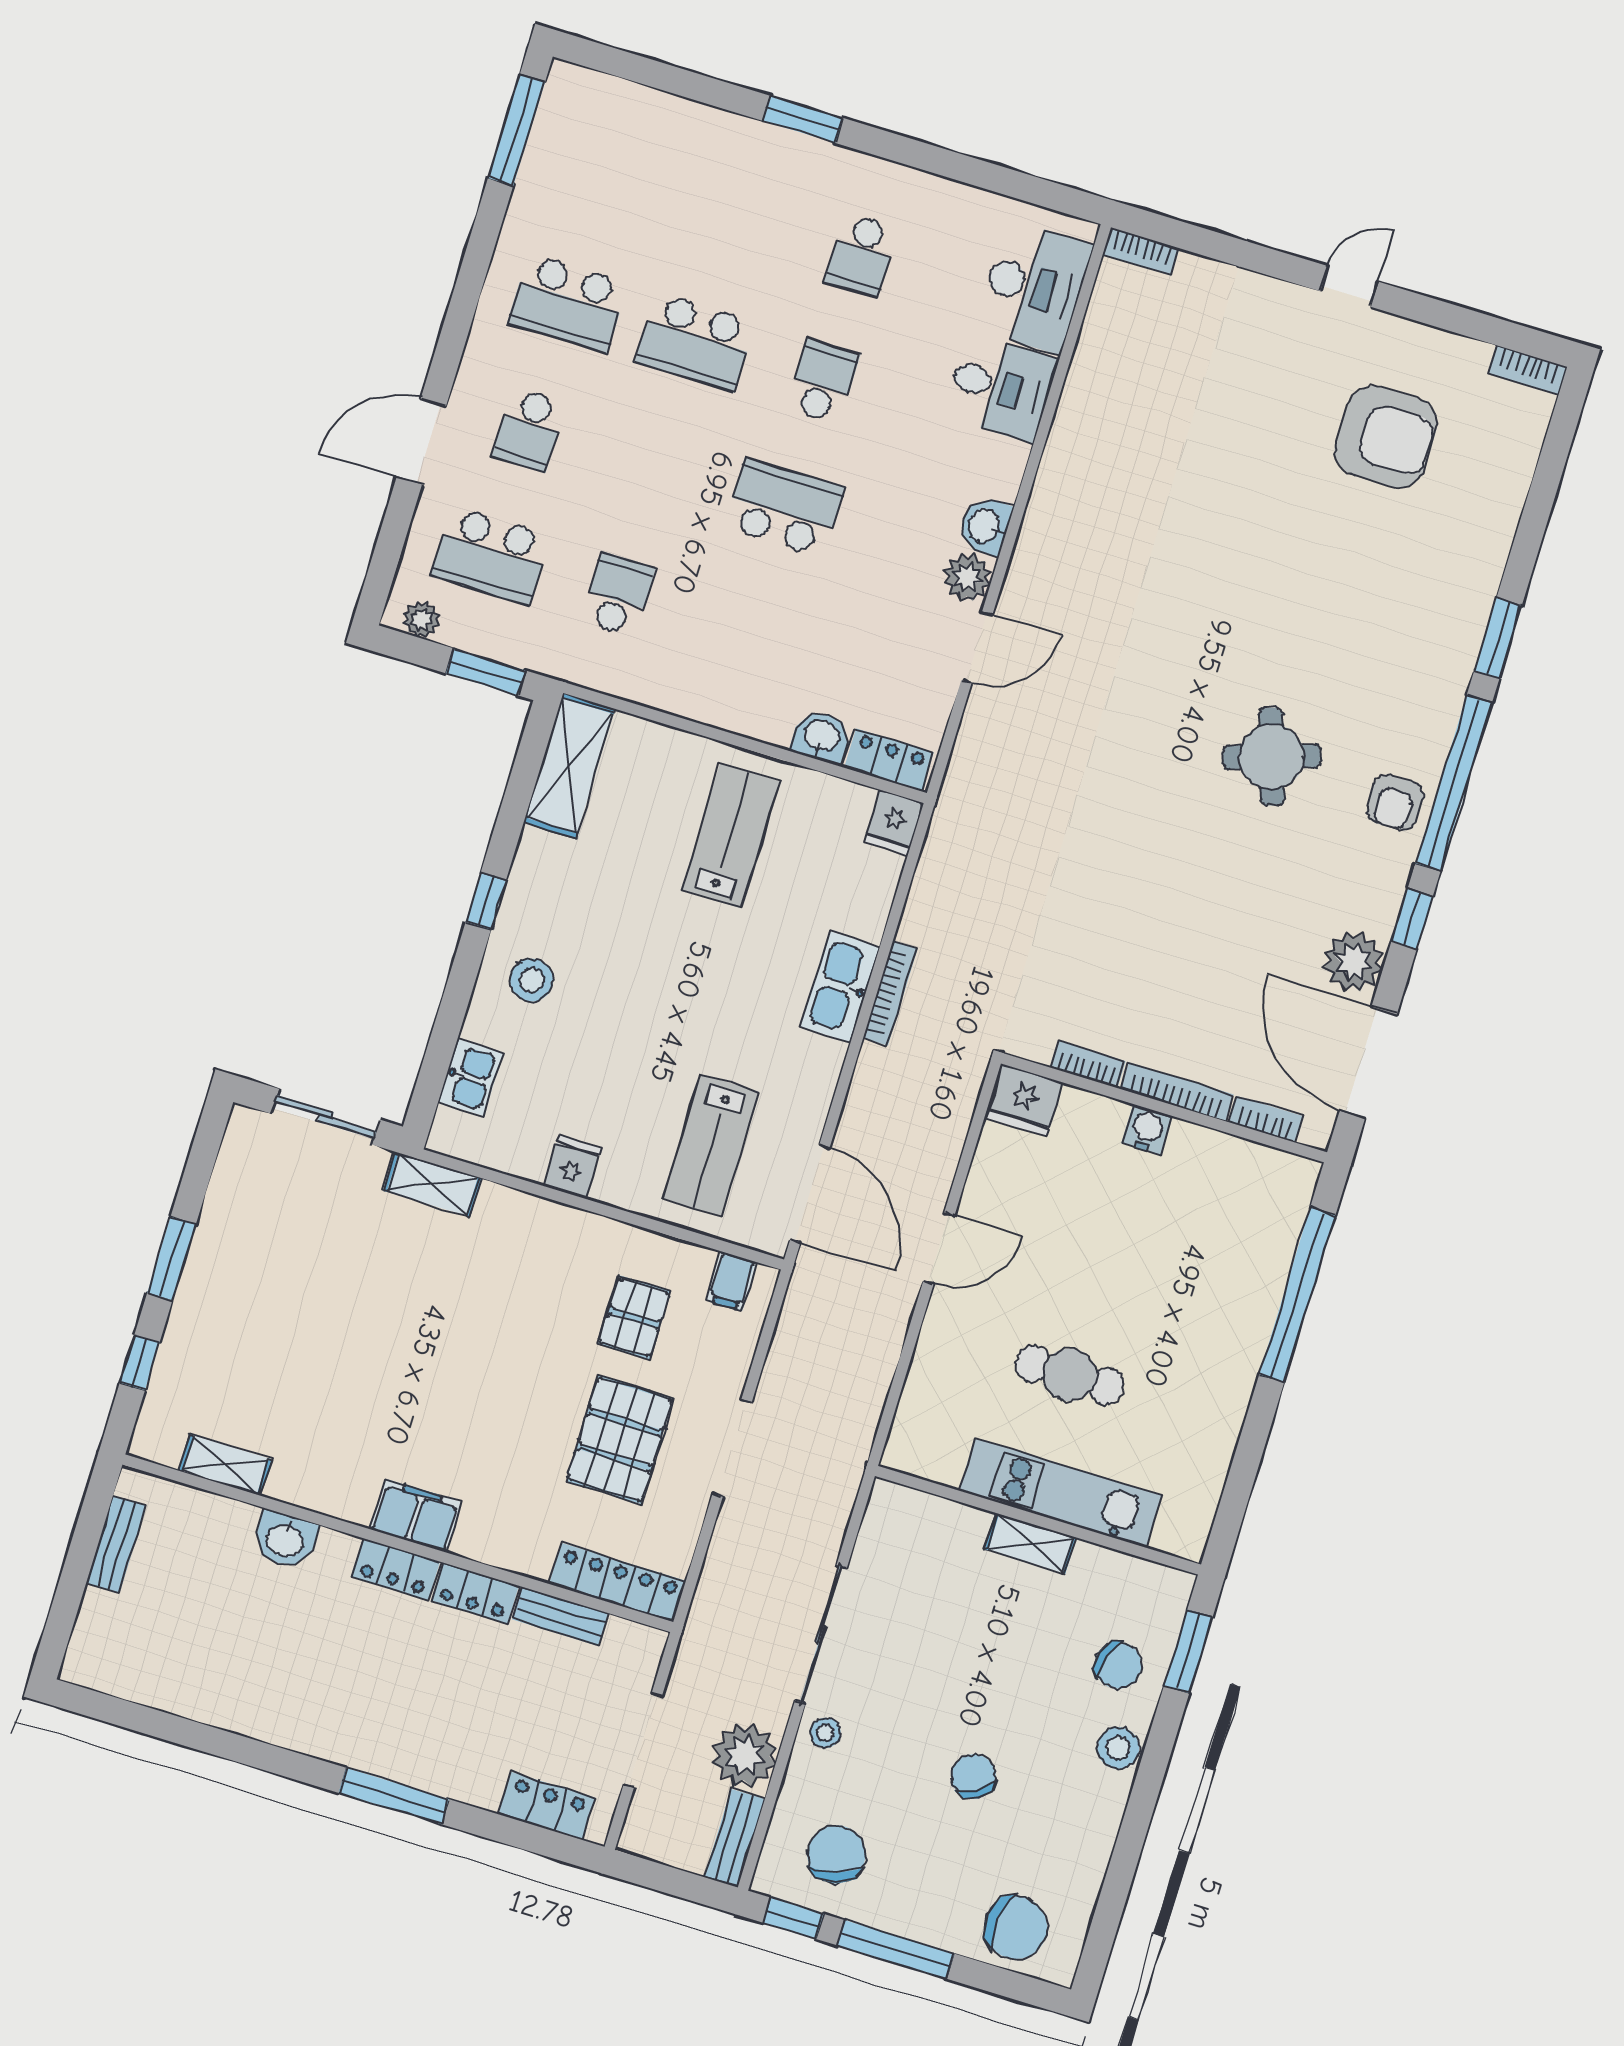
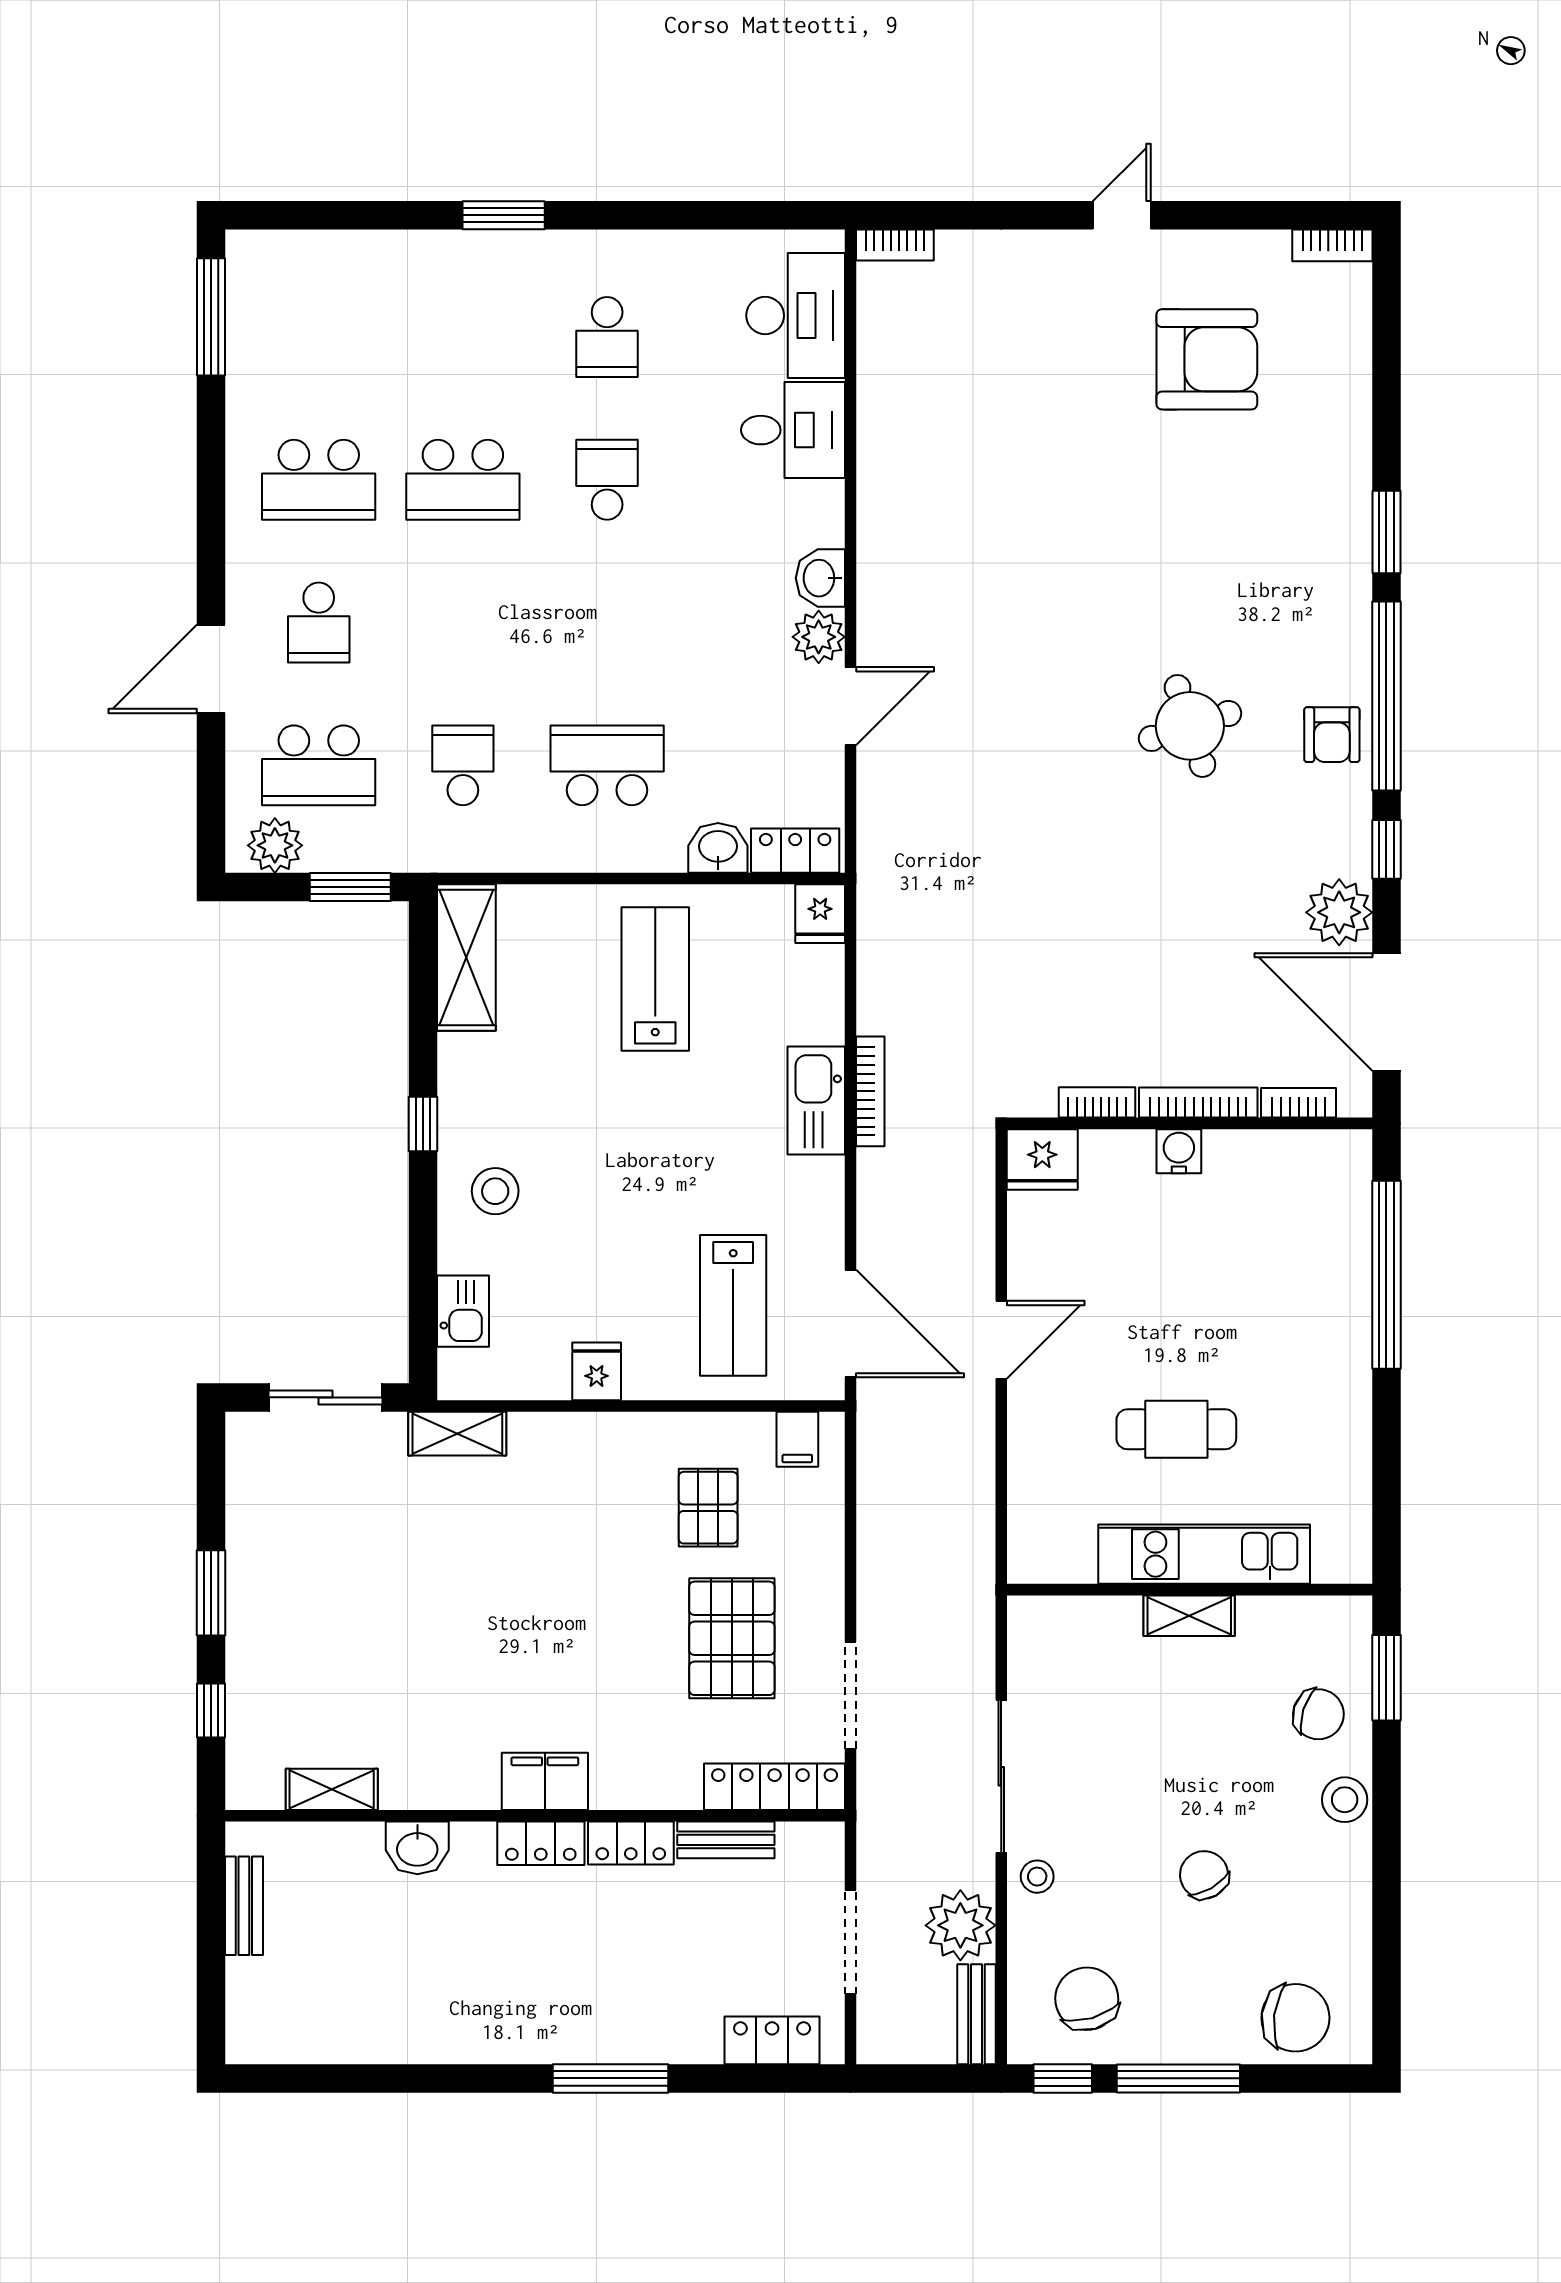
school desk: (784, 507) -> (607, 765), moved
plant: (422, 619) -> (275, 845), width x1.38, depth x1.38
doorway: (732, 1448) -> (851, 1695), moved

